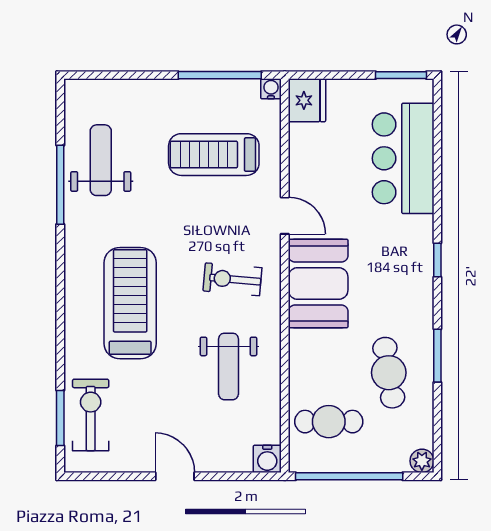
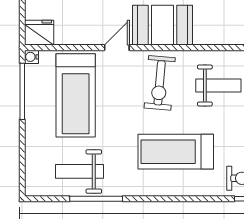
treadmill: (214, 155) -> (76, 95), width x1.37, depth x1.38
exercise bike: (232, 279) -> (160, 83), width x1.38, depth x1.39

